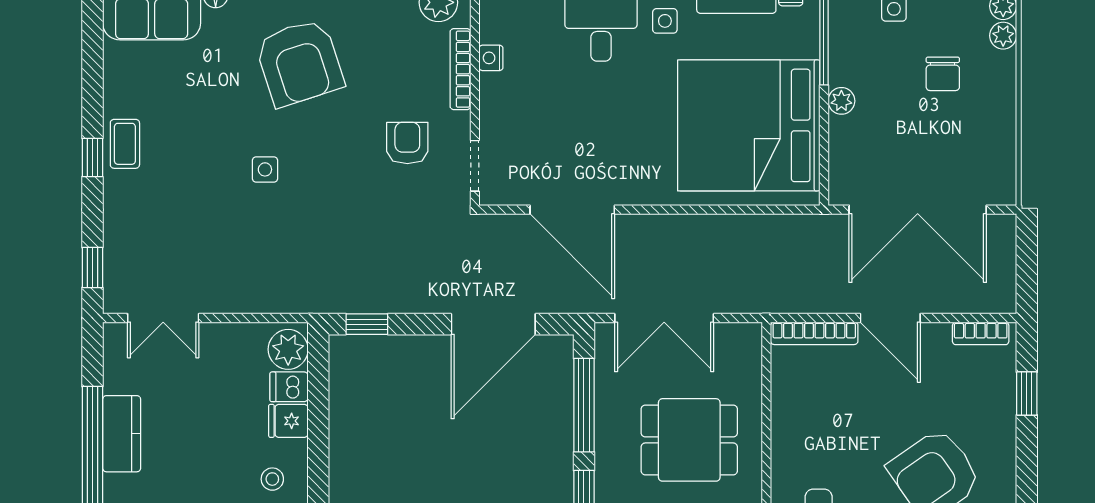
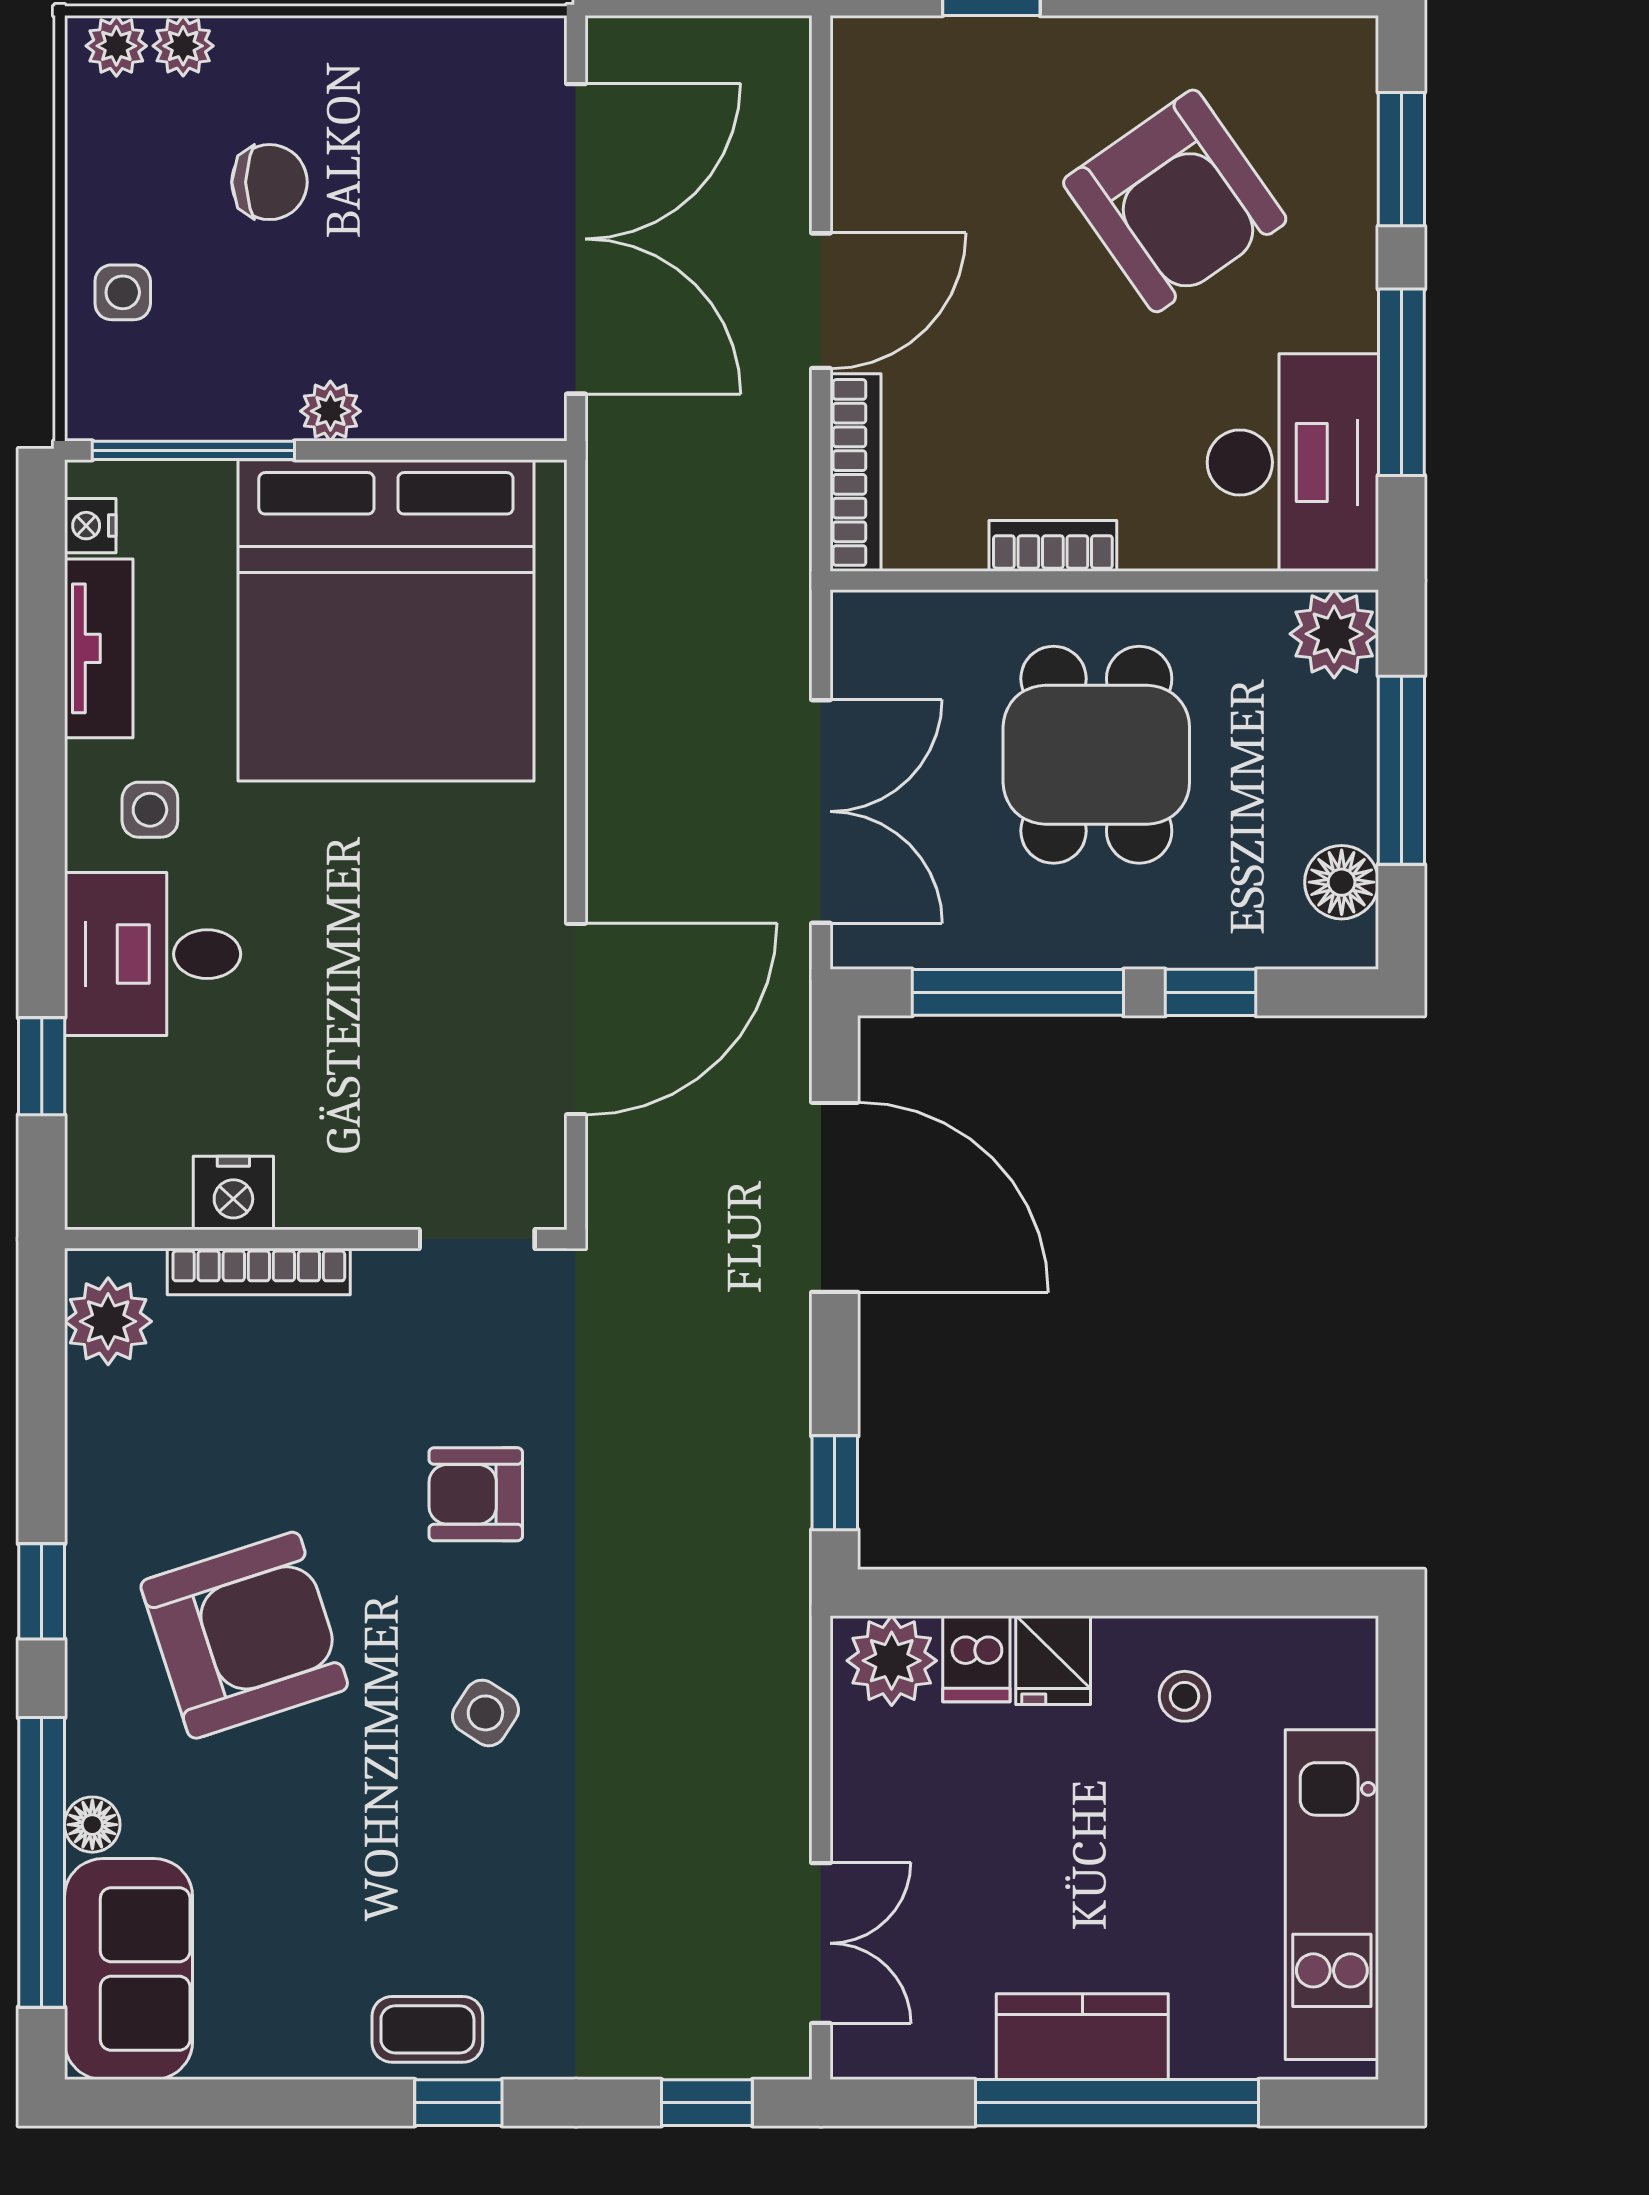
nightstand: (491, 58) -> (233, 1193), width x1.39, depth x1.35
armchair: (407, 143) -> (476, 1494), moved
side table: (265, 169) -> (485, 1713), turned 33
bookcase: (981, 333) -> (1053, 546), moved, turned -90

